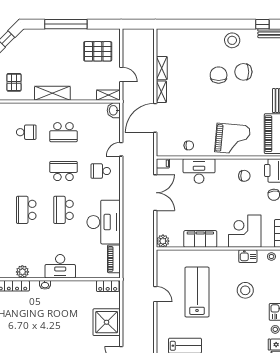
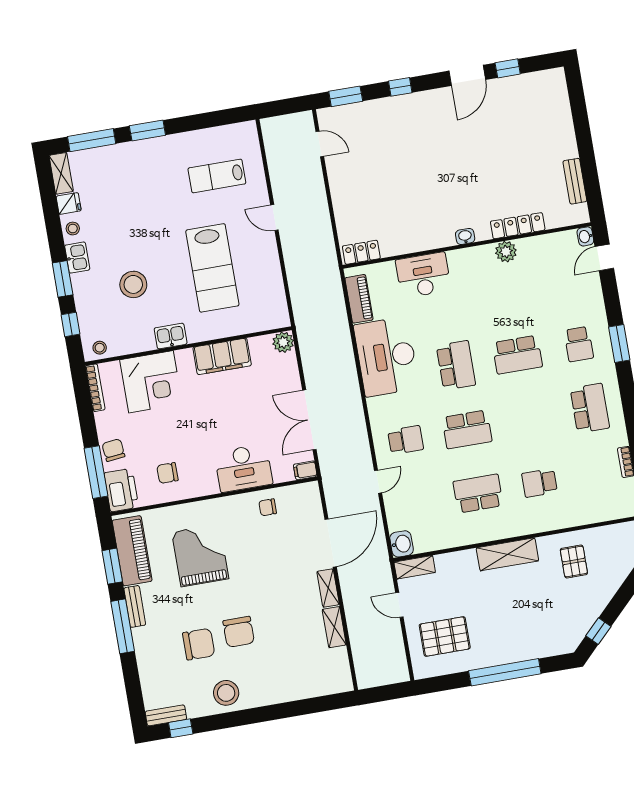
grand piano: (232, 139) -> (200, 555), moved, turned 85
school desk: (26, 210) -> (517, 355), turned 90
kitchen sink: (248, 256) -> (171, 336), moved
desk: (60, 266) -> (423, 275), moved
door: (155, 294) -> (274, 218), moved
shower: (107, 322) -> (353, 192), removed

